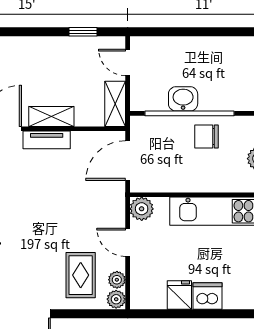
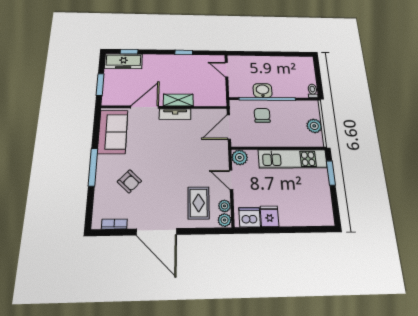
window: (83, 32) -> (184, 52), moved
shelving: (115, 104) -> (220, 93), removed
chair: (207, 136) -> (262, 115), moved, turned 90
dishwasher: (207, 296) -> (250, 217), moved

